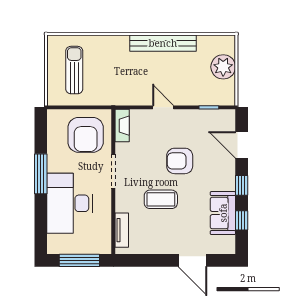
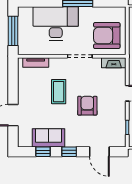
door: (242, 145) -> (99, 152), swing flipped

